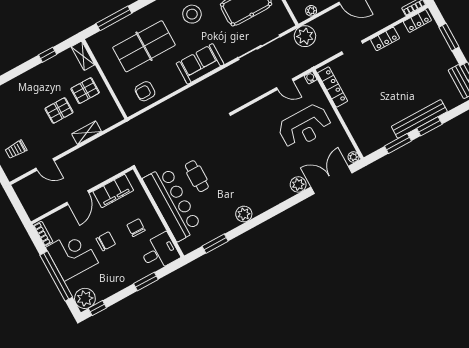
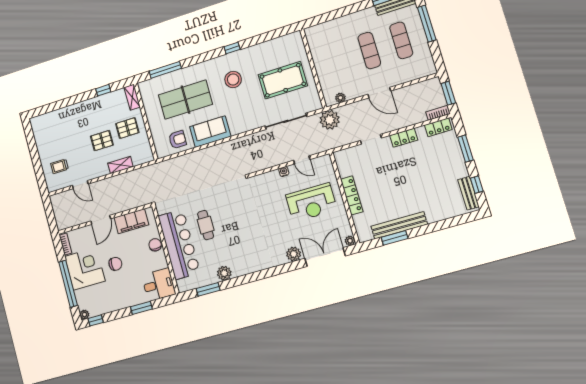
sofa: (200, 64) -> (210, 132), moved
water cooler: (311, 78) -> (284, 172), moved
locker: (333, 87) -> (352, 195), moved
armchair: (145, 91) -> (178, 140), turned 180
bench: (419, 119) -> (399, 225), moved
window: (429, 126) -> (428, 229), removed
plant: (244, 214) -> (224, 273), moved
chair: (136, 228) -> (155, 245), moved
plant: (85, 298) -> (84, 315), width x0.53, depth x0.53

